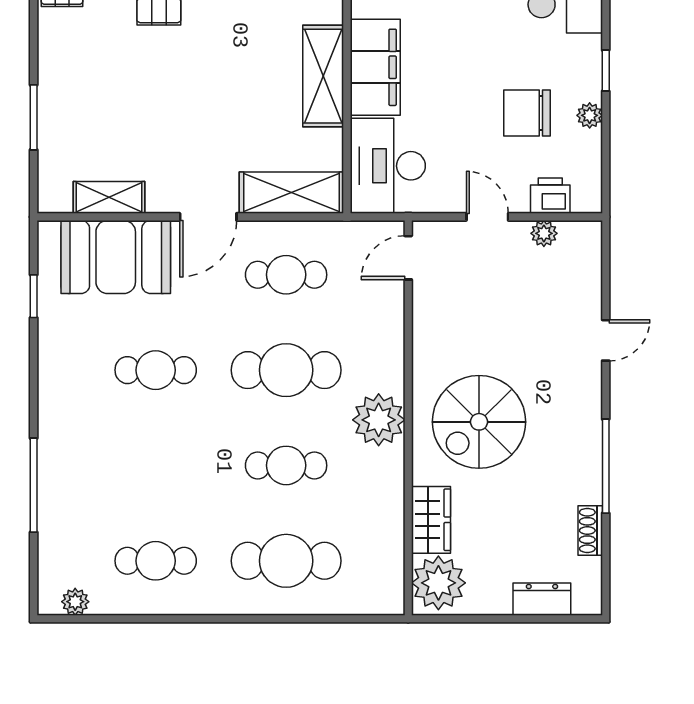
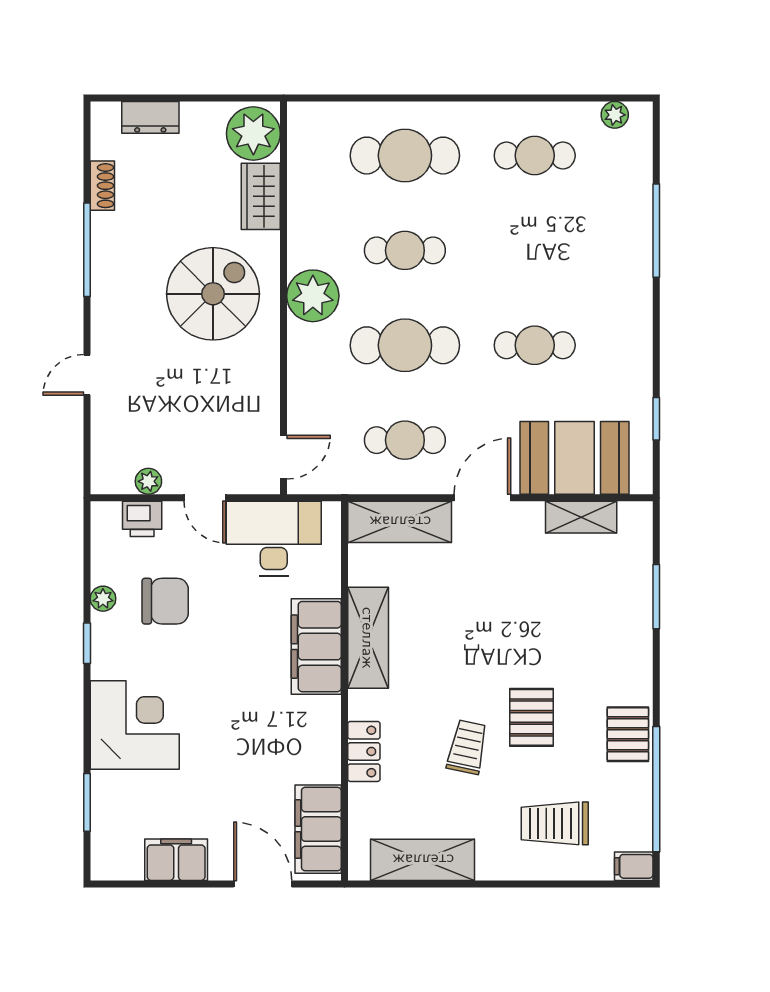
desk: (388, 166) -> (274, 538), moved, turned -90

